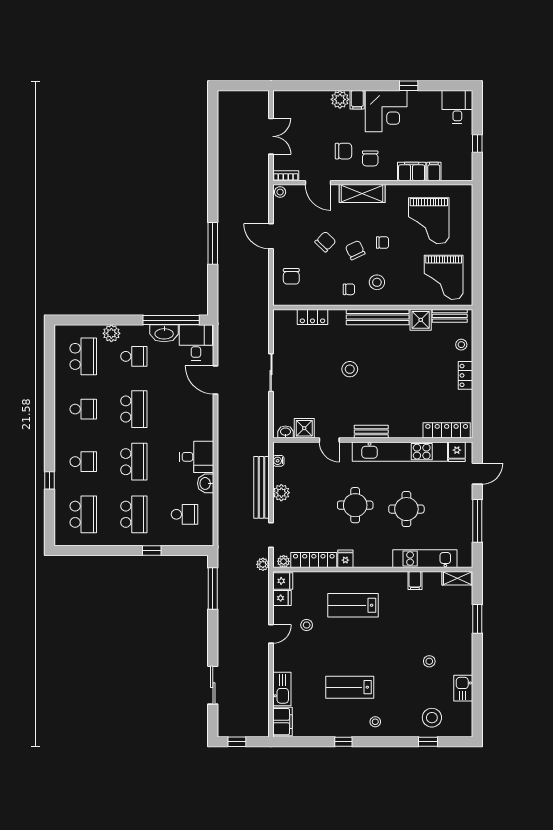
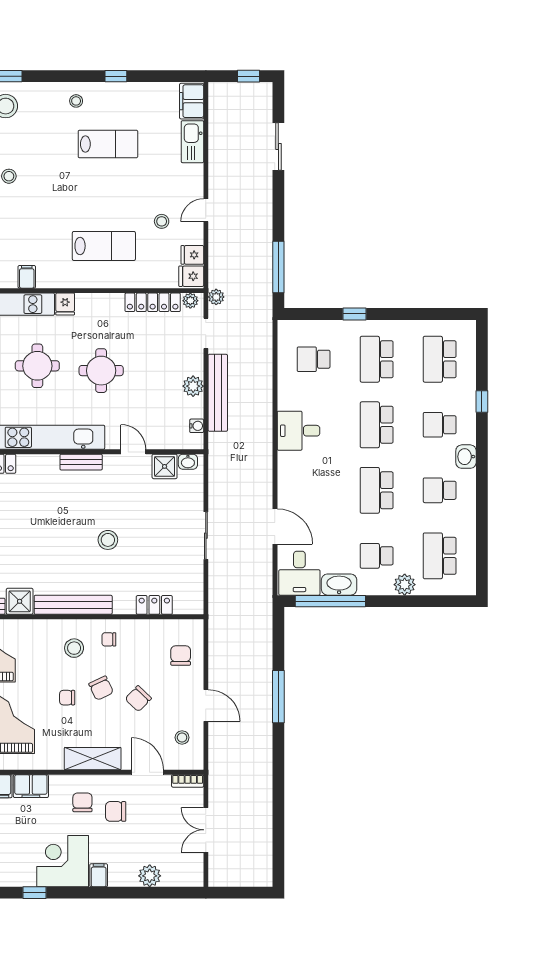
plant: (340, 99) -> (150, 876), moved
stool: (280, 192) -> (182, 737), moved
washbasin: (206, 483) -> (466, 457), moved, turned 180
fridge: (345, 559) -> (65, 304), moved

